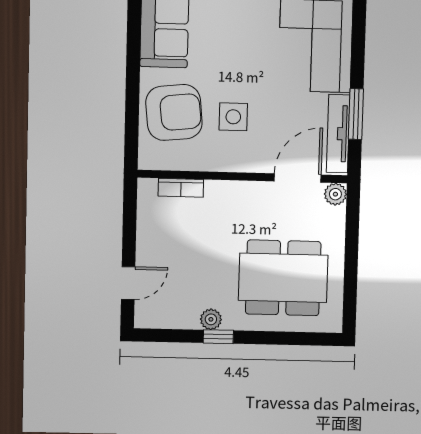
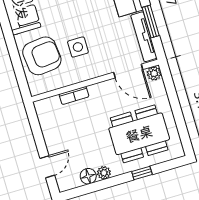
door: (298, 178) -> (128, 71), swing flipped
bookcase: (181, 188) -> (74, 95), moved
floor lamp: (186, 317) -> (88, 176), added
window: (218, 337) -> (142, 173), moved

